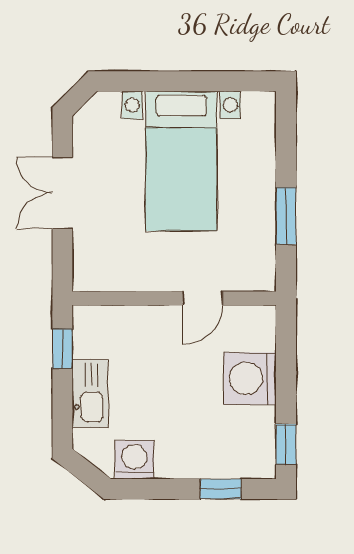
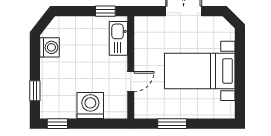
door: (203, 298) -> (131, 82), swing flipped
kitchen sink: (90, 393) -> (118, 38), moved, turned 90

